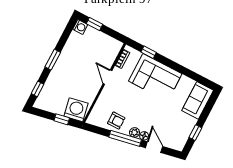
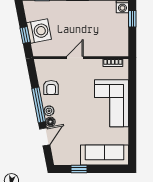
window: (149, 52) -> (132, 84), removed
door: (107, 77) -> (75, 58), moved
sofa: (198, 100) -> (105, 155), width x1.36
washing machine: (76, 110) -> (39, 31), moved

